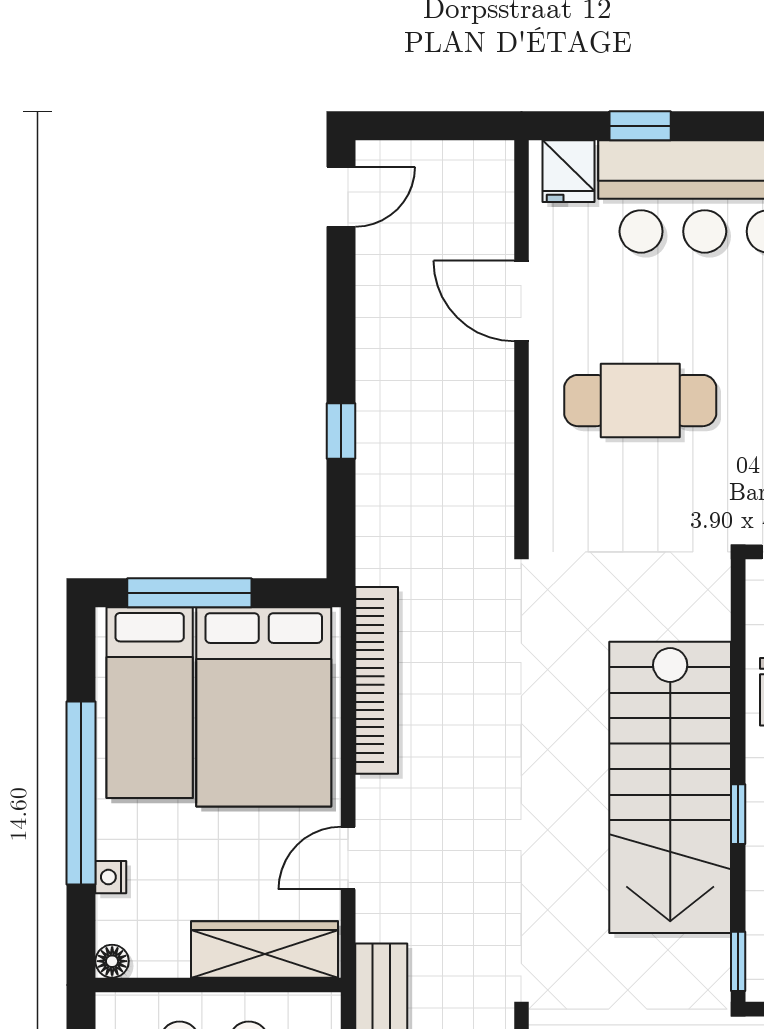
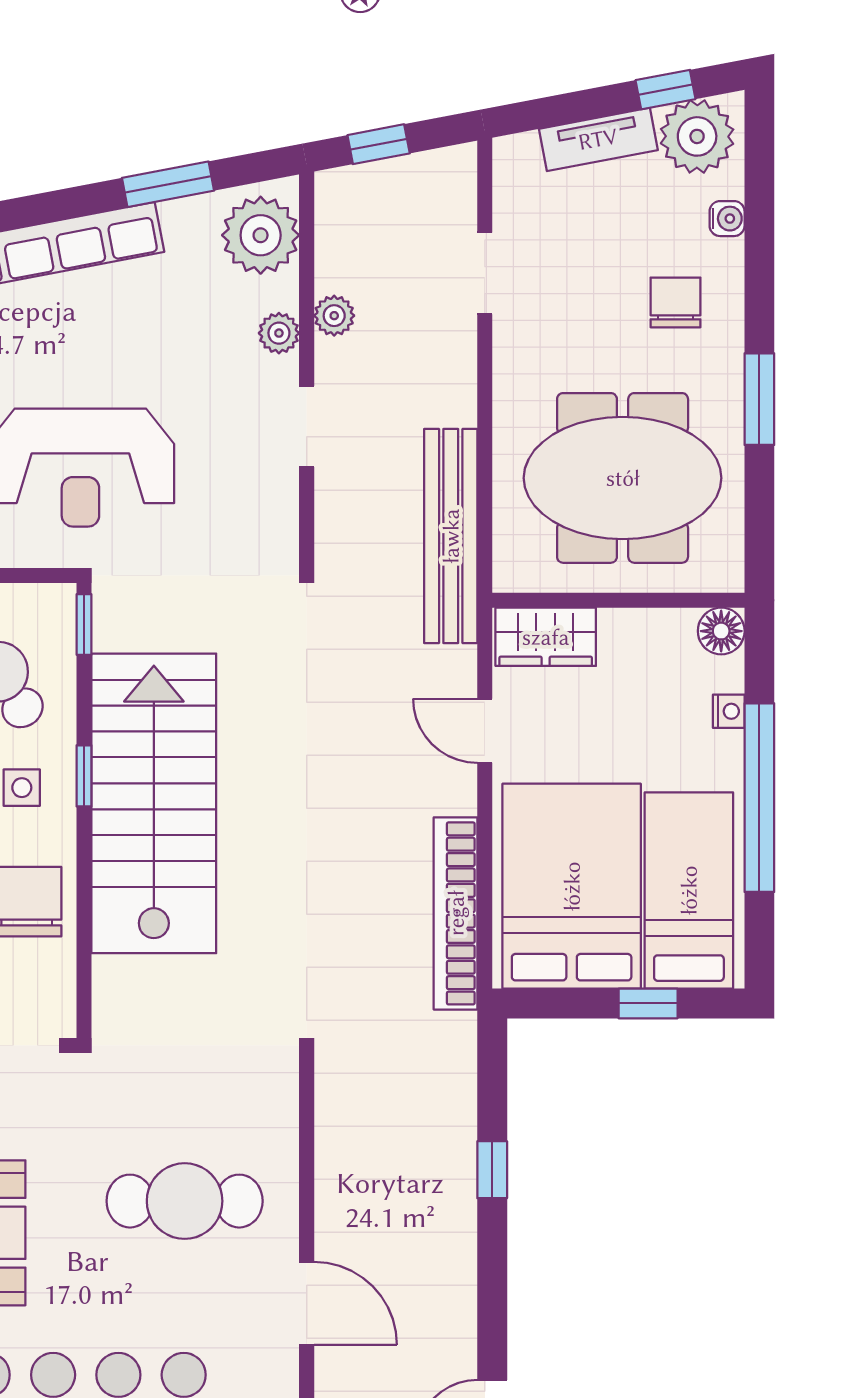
window: (189, 593) -> (648, 1003), width x0.46
door: (348, 858) -> (485, 731), swing flipped
wardrobe: (265, 949) -> (546, 637), width x0.67
floor lamp: (112, 961) -> (721, 631), width x1.37, depth x1.37

